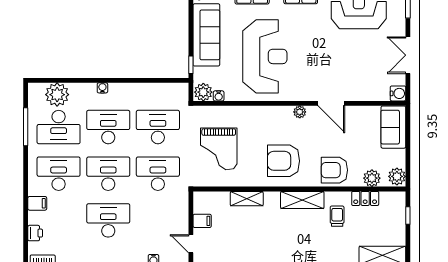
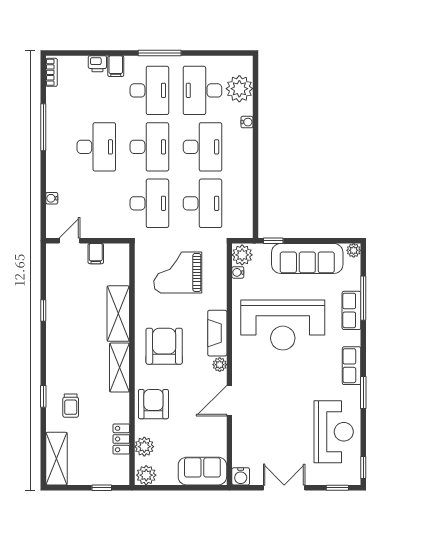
water cooler: (102, 88) -> (247, 122), moved
fireplace: (272, 114) -> (217, 333), added
window: (26, 127) -> (160, 53), moved
shelving: (247, 199) -> (118, 314), width x1.50, depth x1.33
trolley: (337, 216) -> (71, 406), moved, turned 90
printer: (35, 233) -> (97, 64), moved

